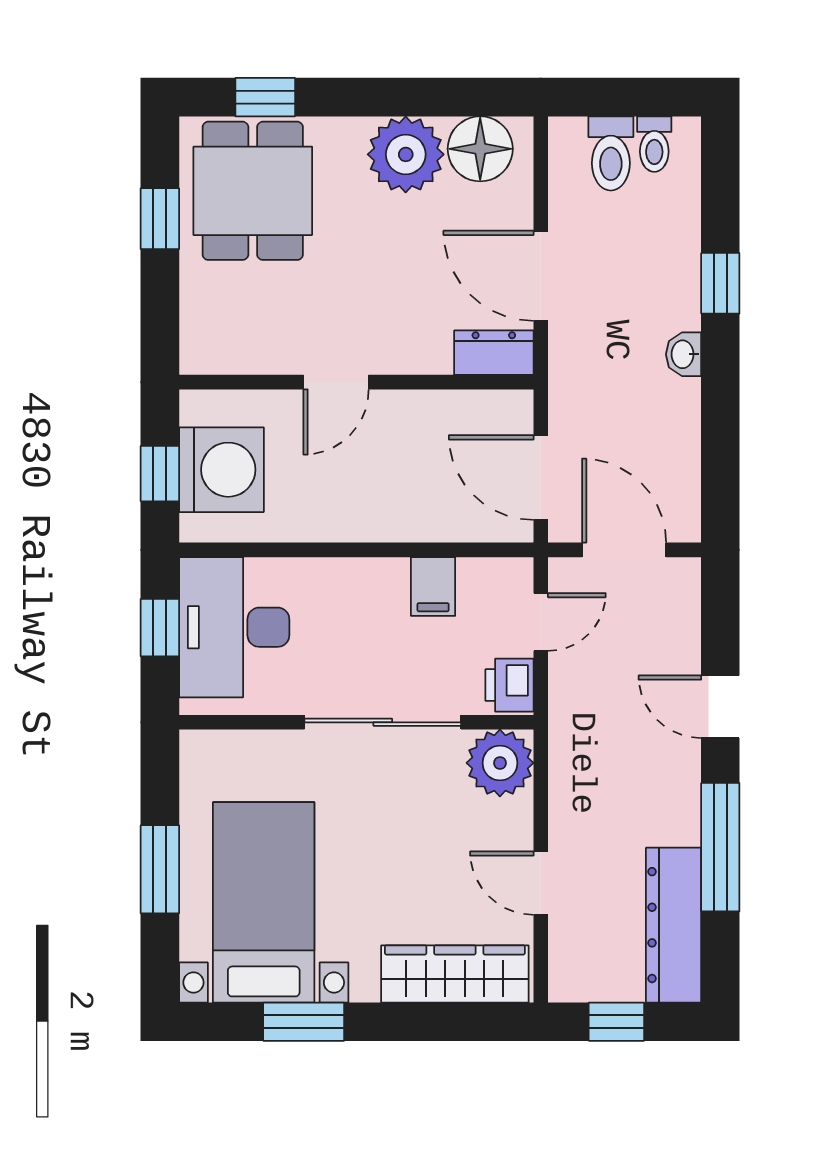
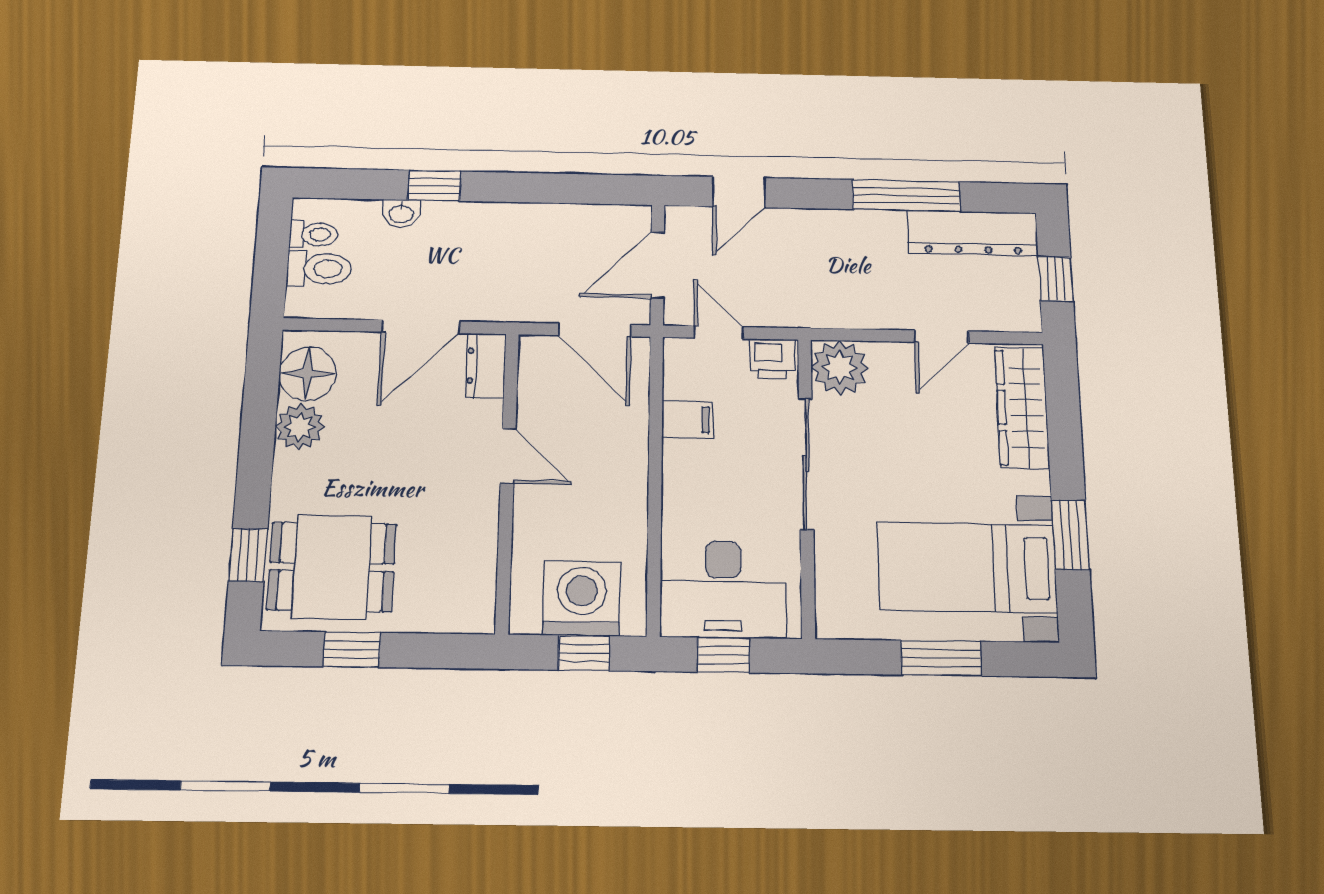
plant: (406, 154) -> (300, 427), width x0.73, depth x0.73
washbasin: (684, 354) -> (401, 213), moved
door: (336, 382) -> (508, 456), moved
door: (541, 478) -> (595, 330), hinge flipped
door: (720, 707) -> (739, 192), moved

